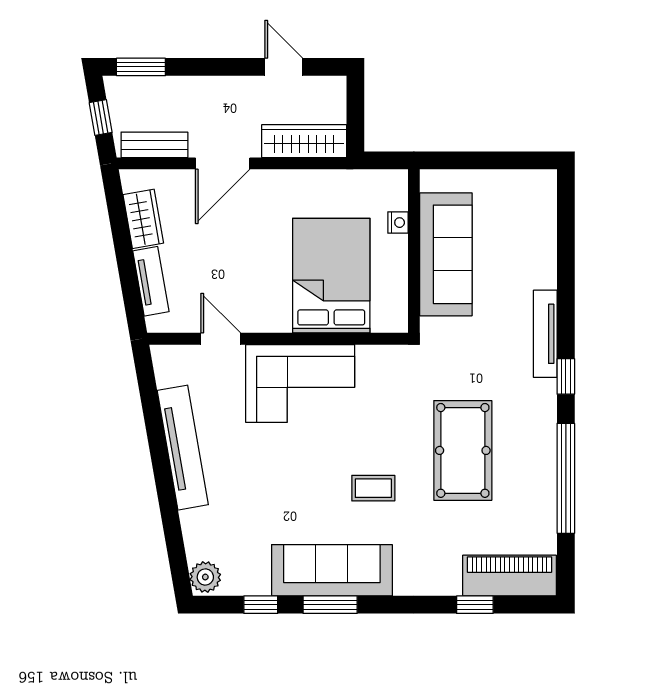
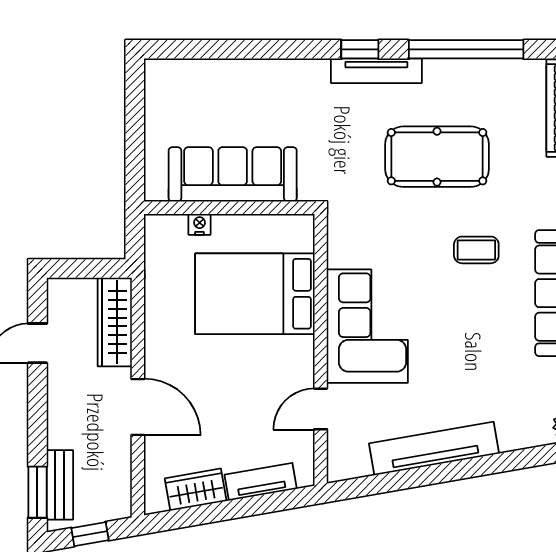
bench: (154, 145) -> (60, 485), moved
tv unit: (545, 334) -> (376, 71), moved
coffee table: (373, 488) -> (476, 250), turned 90

